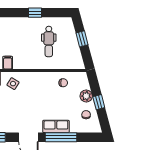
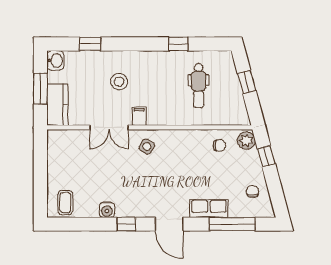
plant: (86, 96) -> (246, 141), moved
window: (99, 102) -> (266, 156), moved
window: (61, 137) -> (232, 224), moved

